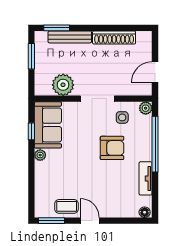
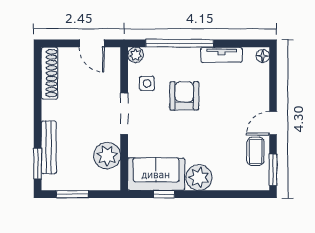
shoe rack: (114, 38) -> (49, 73), moved
plant: (40, 155) -> (199, 177), width x1.87, depth x1.87

